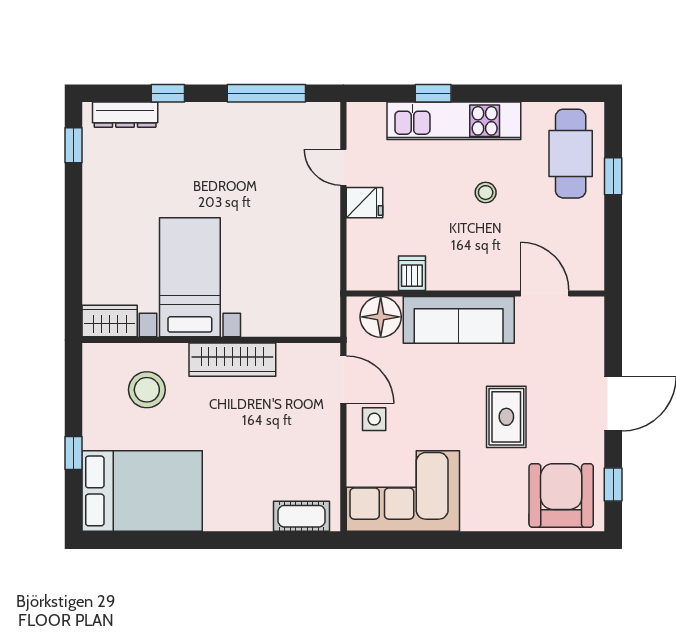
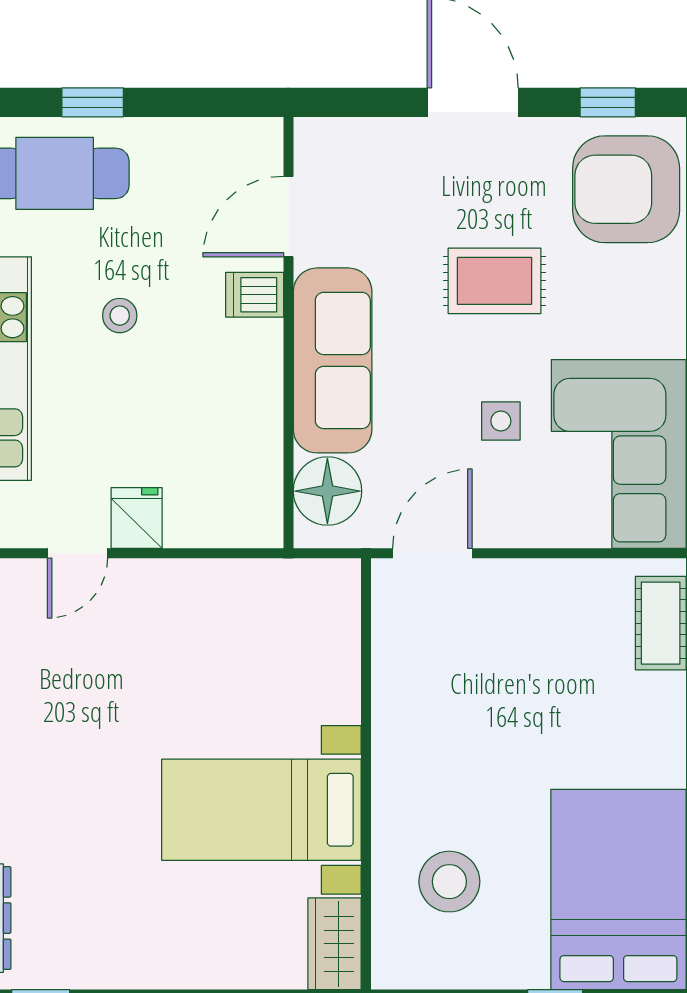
dishwasher: (412, 273) -> (255, 295), moved
wardrobe: (232, 360) -> (399, 739), removed
side table: (374, 419) -> (501, 421), moved

